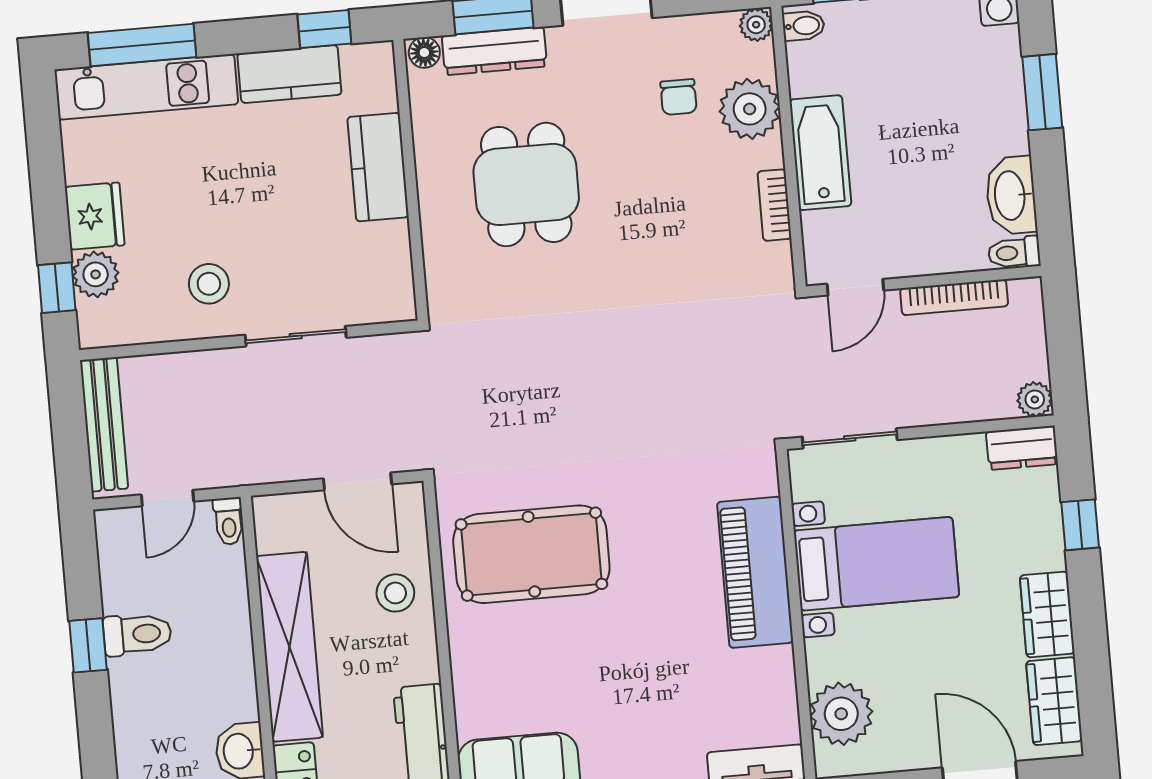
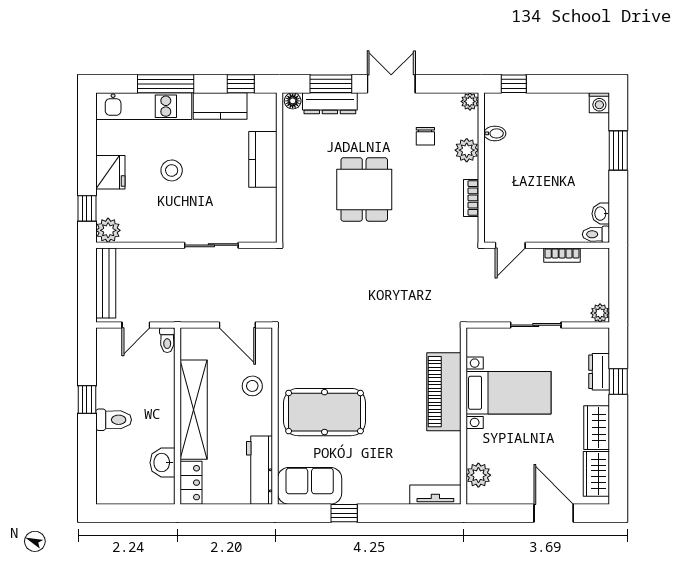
bidet: (803, 26) -> (495, 133), moved
window: (142, 45) -> (166, 84), moved
plant: (750, 109) -> (467, 150), width x0.73, depth x0.73
bathtub: (820, 153) -> (498, 172), removed
dining table: (526, 184) -> (364, 189), moved
washbasin: (1011, 195) -> (601, 214), width x0.52, depth x0.69
plant: (96, 274) -> (108, 230), moved
stool: (209, 284) -> (172, 170), moved
bookcase: (954, 297) -> (562, 255), width x0.64
sliding door: (850, 438) -> (536, 325), moved
dresser: (1022, 448) -> (599, 372), moved, turned 90
pool table: (531, 554) -> (325, 412), moved
toilet: (137, 634) -> (114, 420), moved
plant: (841, 714) -> (478, 475), width x0.73, depth x0.73

